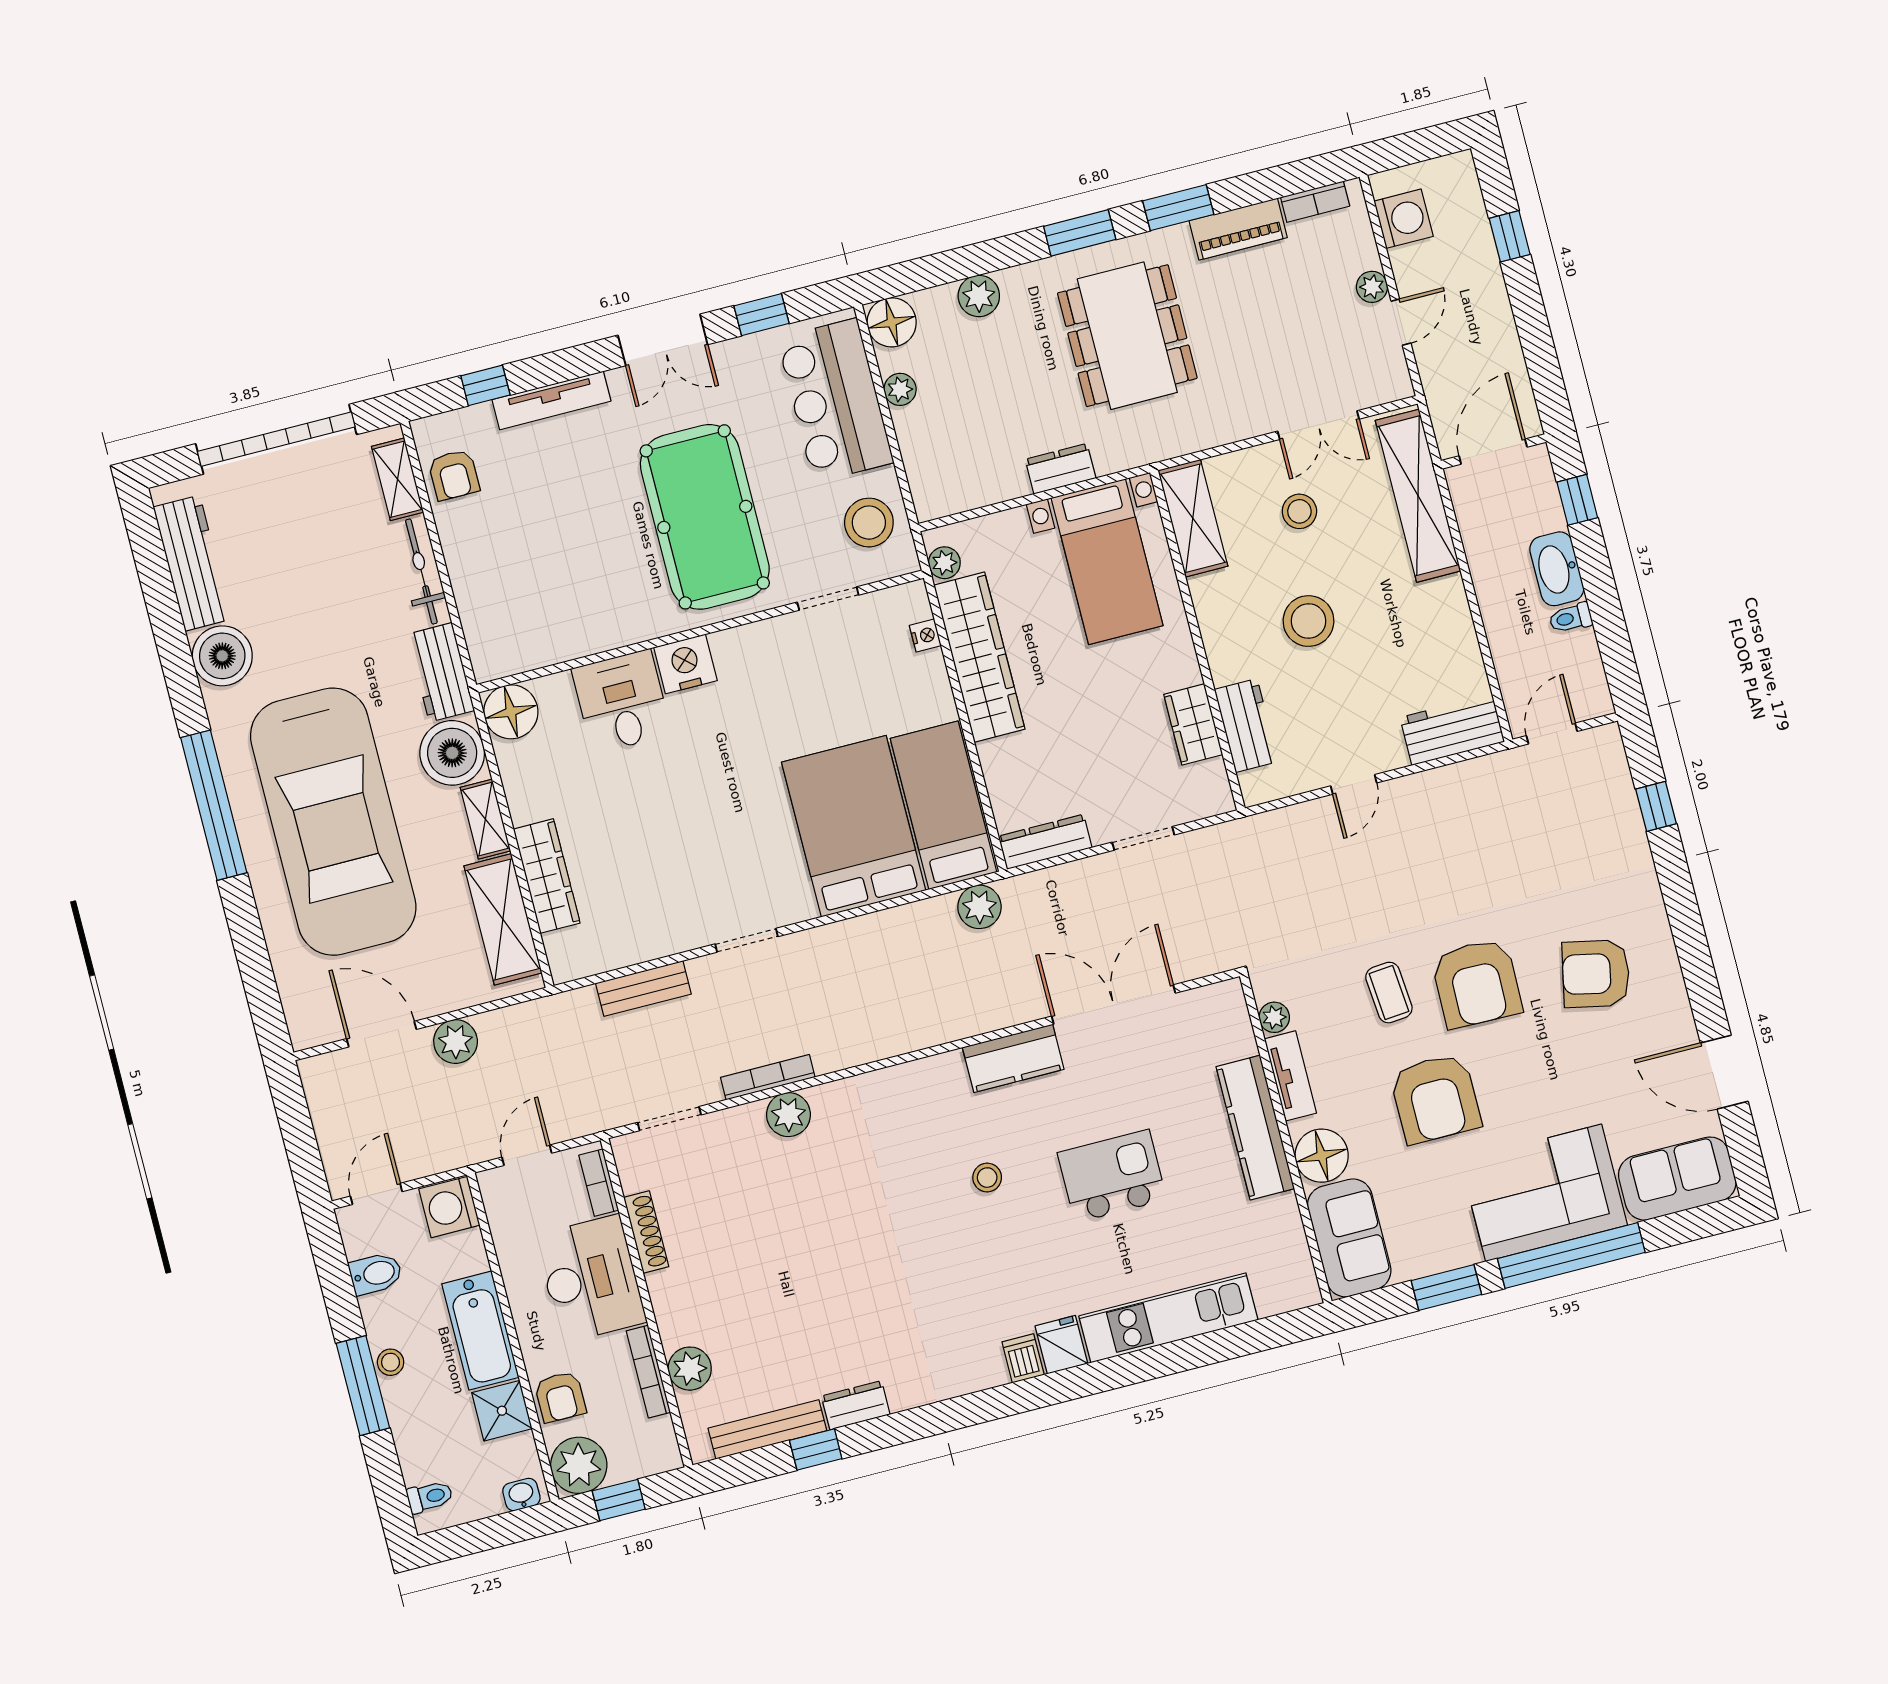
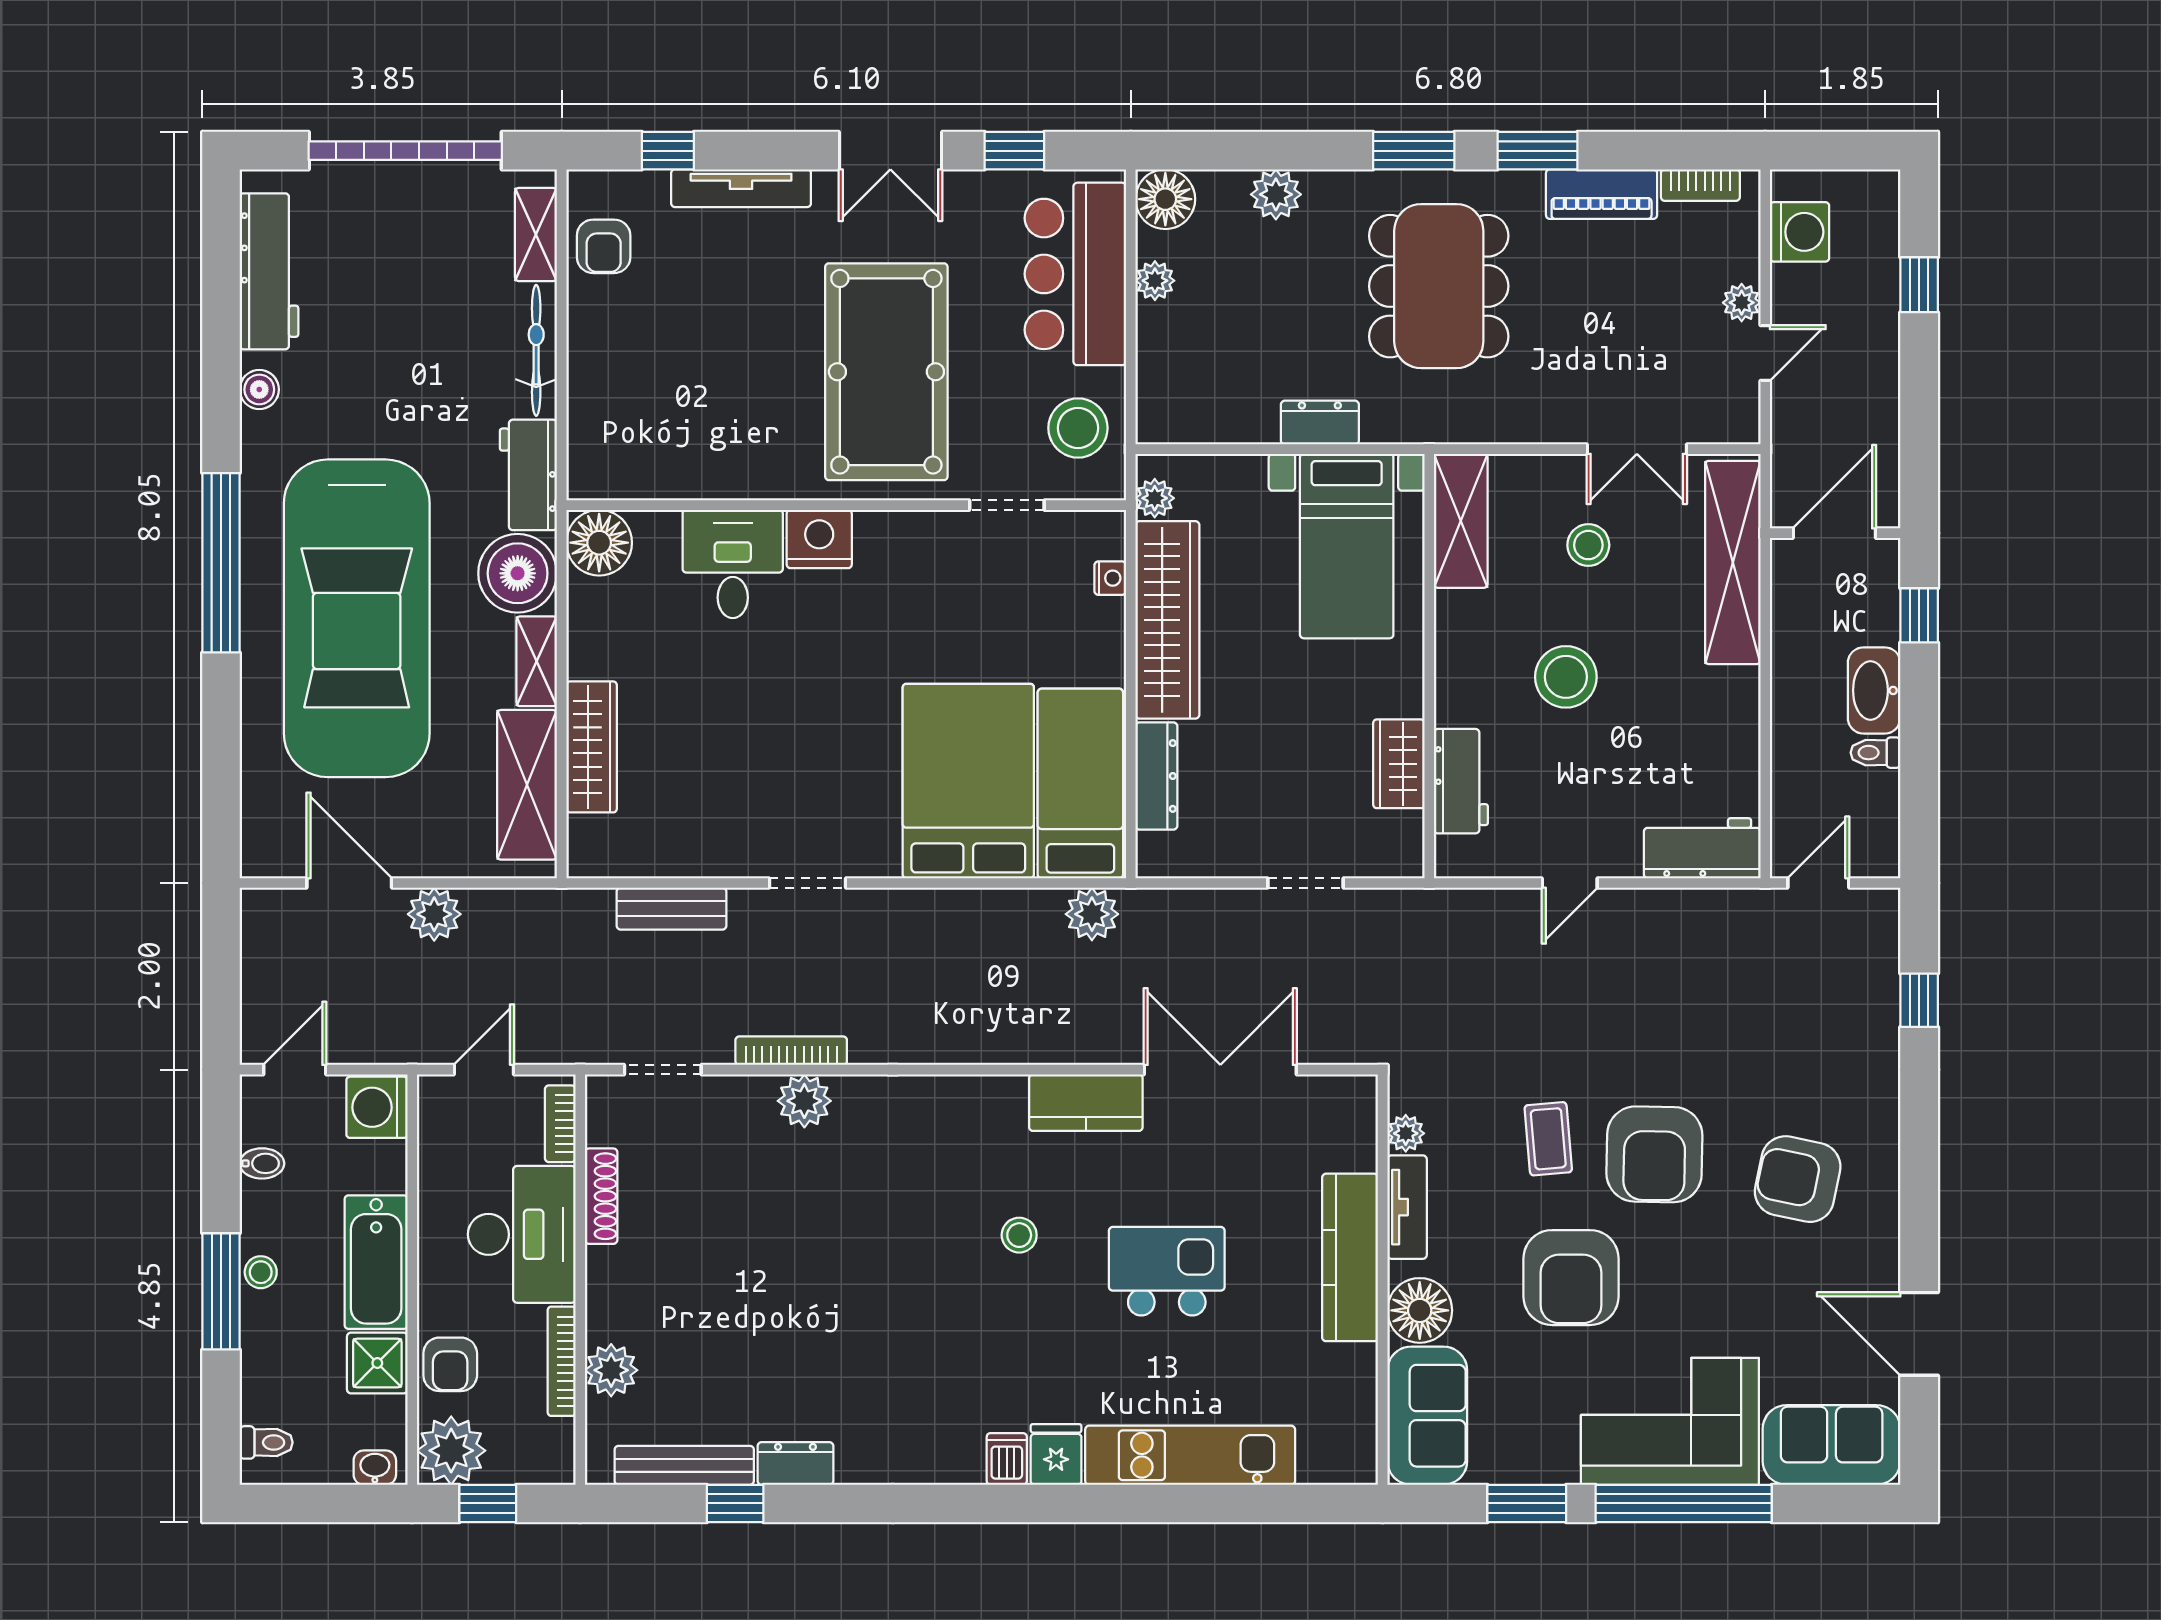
boiler: (222, 656) -> (259, 389), width x0.54, depth x0.54
dresser: (1045, 842) -> (1156, 776), moved, turned 90
bidet: (376, 1274) -> (262, 1163), width x0.72, depth x0.74

